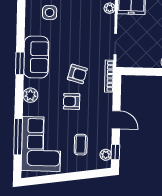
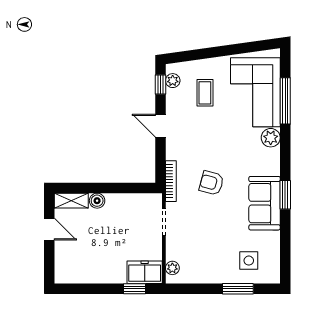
plant: (30, 95) -> (271, 138), moved
armchair: (72, 101) -> (218, 148), removed

